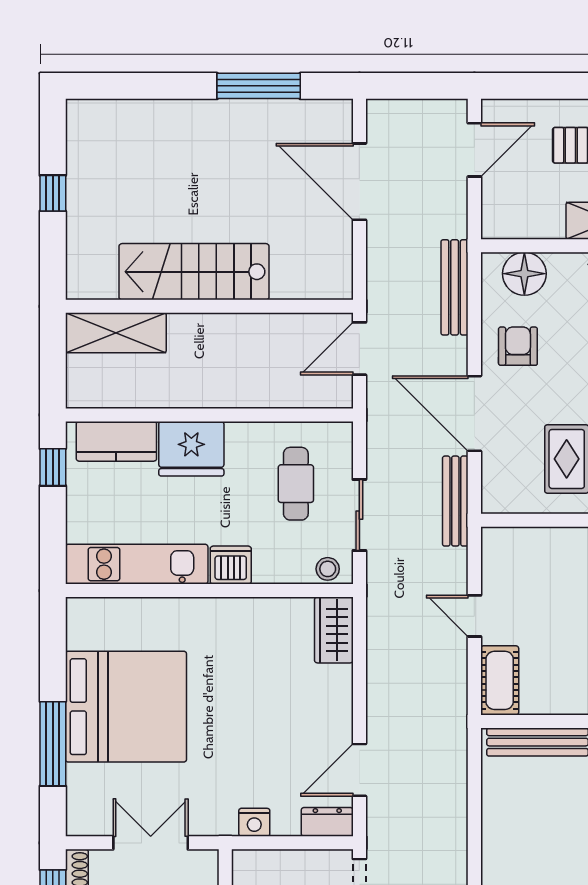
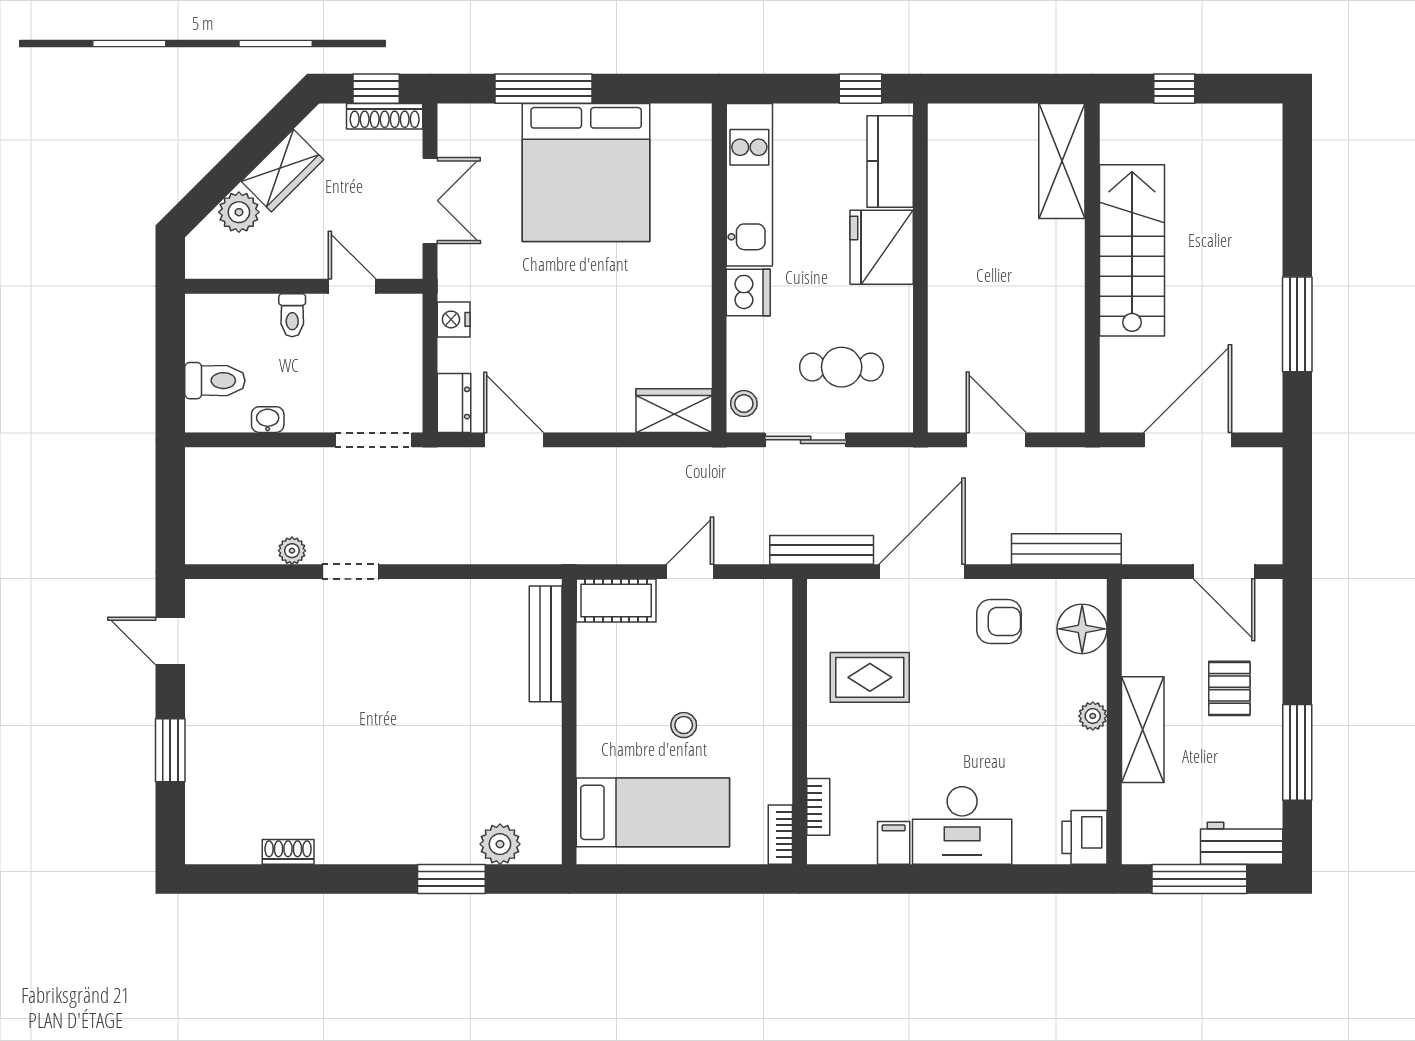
stairs: (194, 272) -> (1132, 250), moved
wall: (209, 306) -> (1092, 268), moved
shelving: (116, 333) -> (1062, 161), moved

